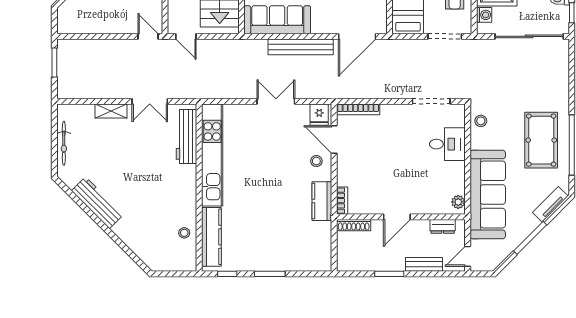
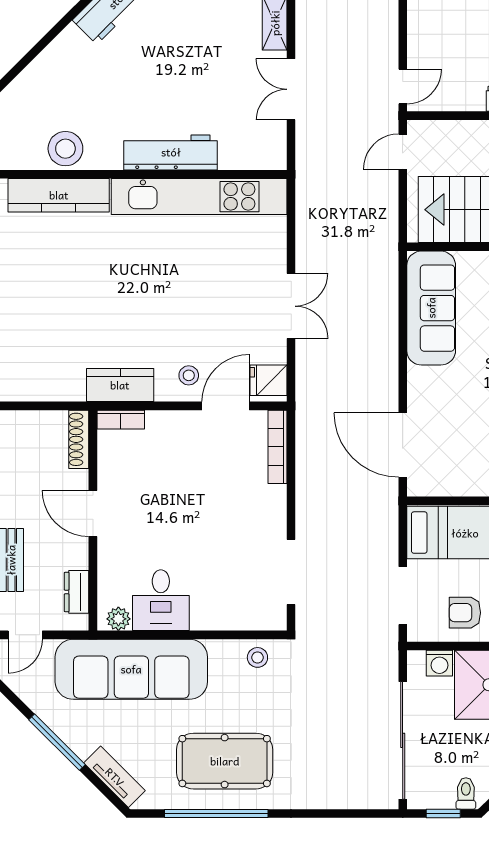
bench: (301, 47) -> (385, 348), removed
workbench: (186, 137) -> (171, 152), moved
desk: (447, 144) -> (161, 600), moved
stool: (184, 233) -> (65, 149), width x1.89, depth x1.89
door: (468, 256) -> (25, 635), swing flipped

